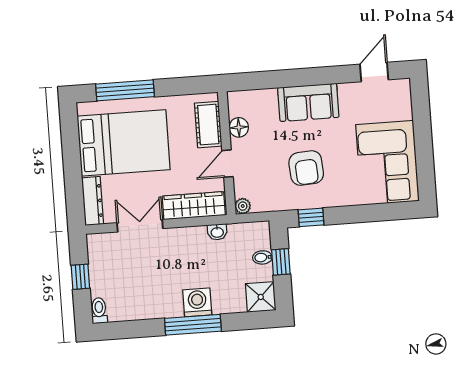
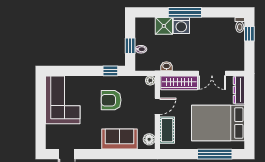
sofa: (308, 102) -> (119, 139), moved
floor lamp: (239, 127) -> (149, 139), moved
armchair: (306, 168) -> (111, 100), turned -86
window: (80, 277) -> (249, 34), moved
shower: (261, 297) -> (164, 26), moved

